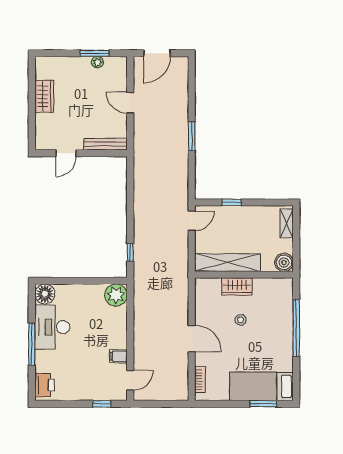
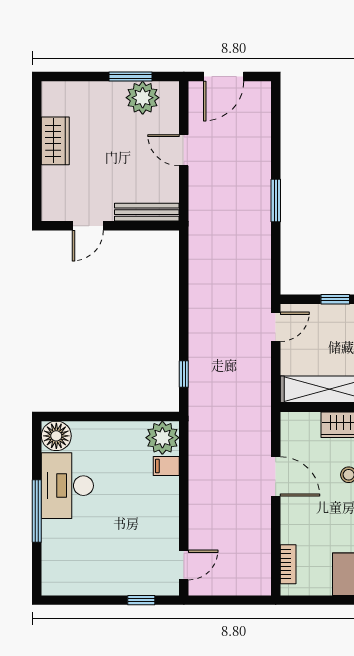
plant: (97, 62) -> (143, 98), width x1.88, depth x1.88
door: (192, 339) -> (276, 476), moved
filing cabinet: (119, 356) -> (166, 466), moved
printer: (45, 385) -> (56, 572), removed

